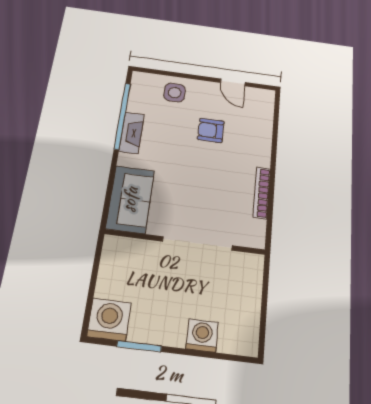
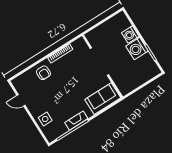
door: (233, 82) -> (21, 100), swing flipped
armchair: (211, 130) -> (43, 73), moved
washing machine: (109, 320) -> (137, 49), moved

